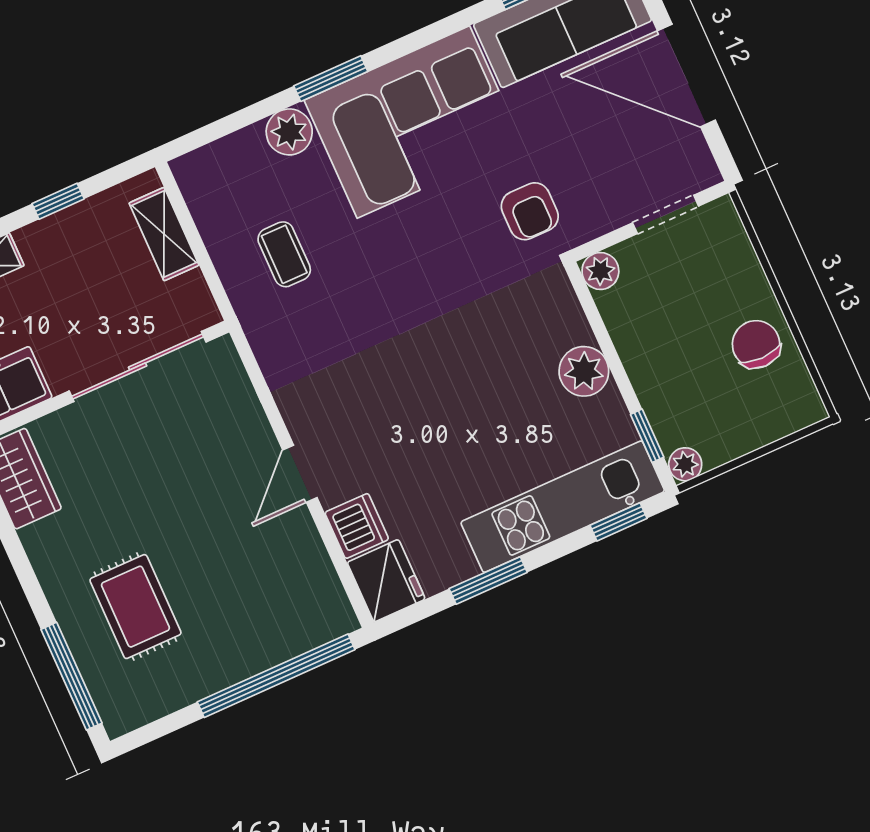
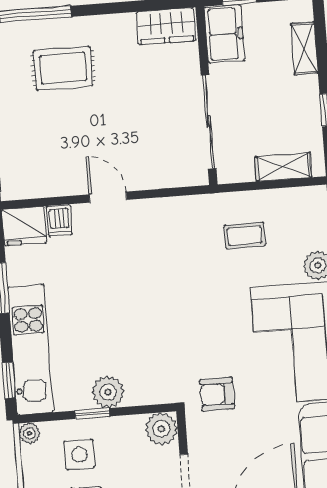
plant: (600, 271) -> (161, 429), width x1.38, depth x1.38
side table: (690, 380) -> (79, 455), added
window: (647, 436) -> (92, 413), moved
dishwasher: (357, 526) -> (59, 221), width x0.73

